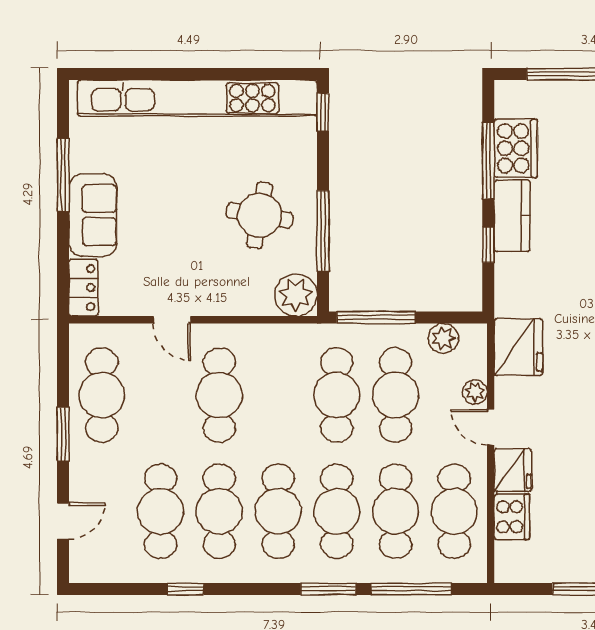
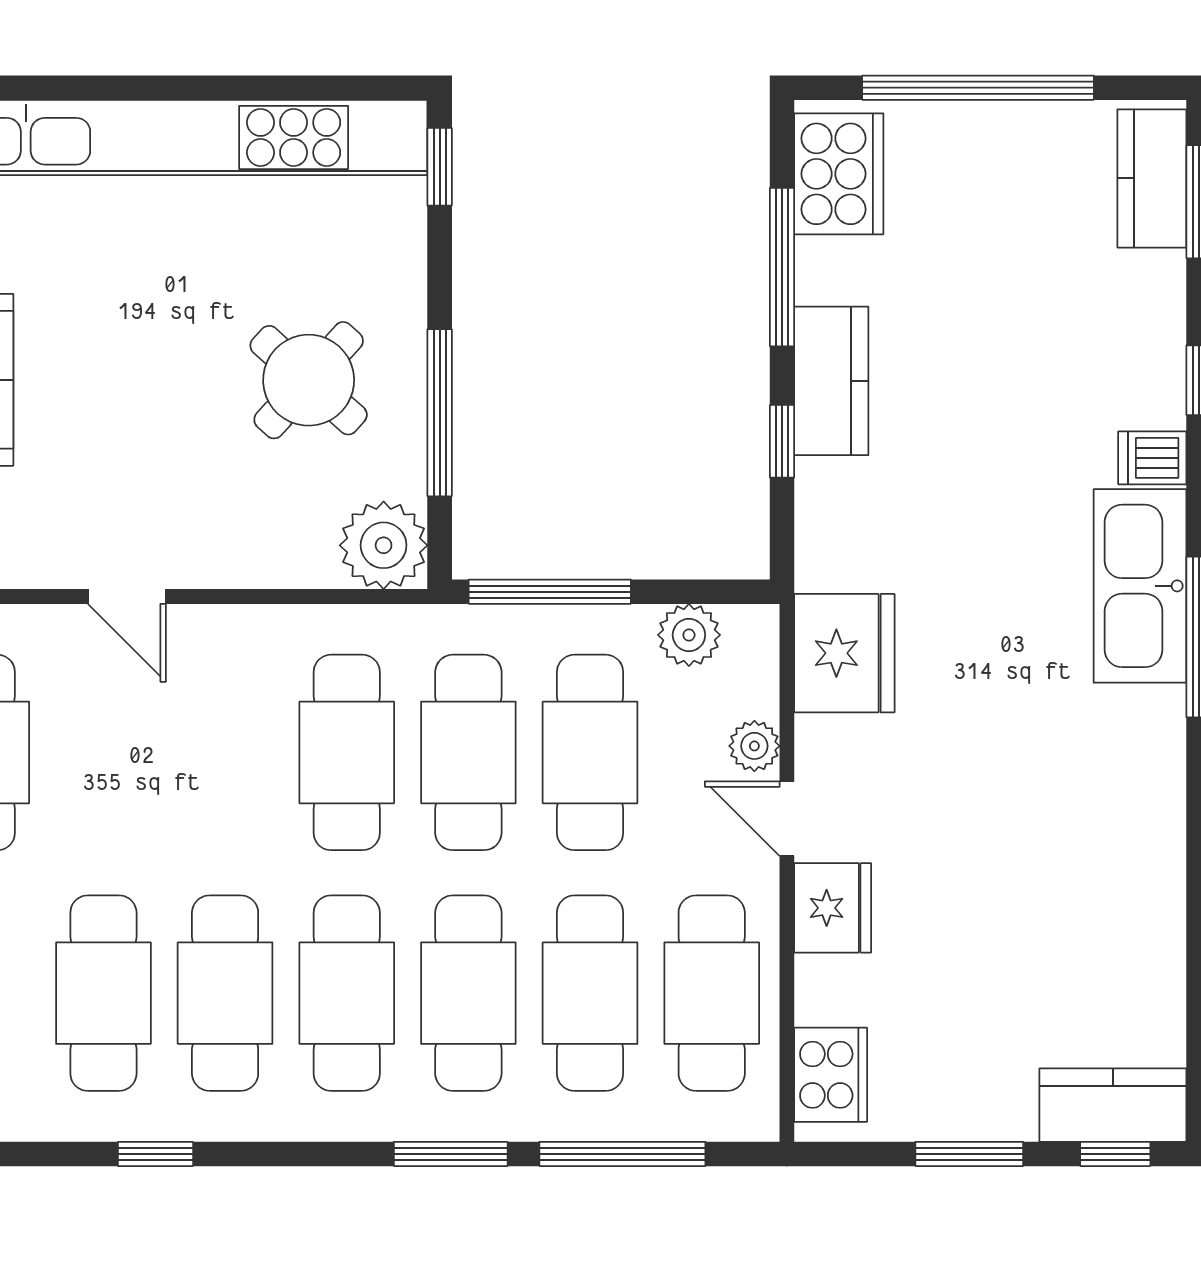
cooker: (516, 148) -> (839, 174), moved
round table: (260, 215) -> (309, 380), turned 32
cafe table: (219, 395) -> (347, 752), moved
cooker: (512, 517) -> (831, 1075), moved

